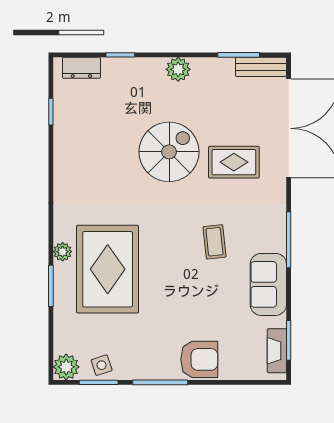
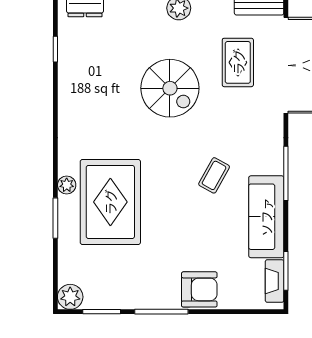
spiral stairs: (169, 152) -> (170, 88), turned 90
rug: (234, 162) -> (238, 62), moved, turned 90
coffee table: (214, 242) -> (214, 175), turned 35
sofa: (268, 284) -> (266, 217), width x1.36
side table: (102, 365) -> (105, 295), removed

